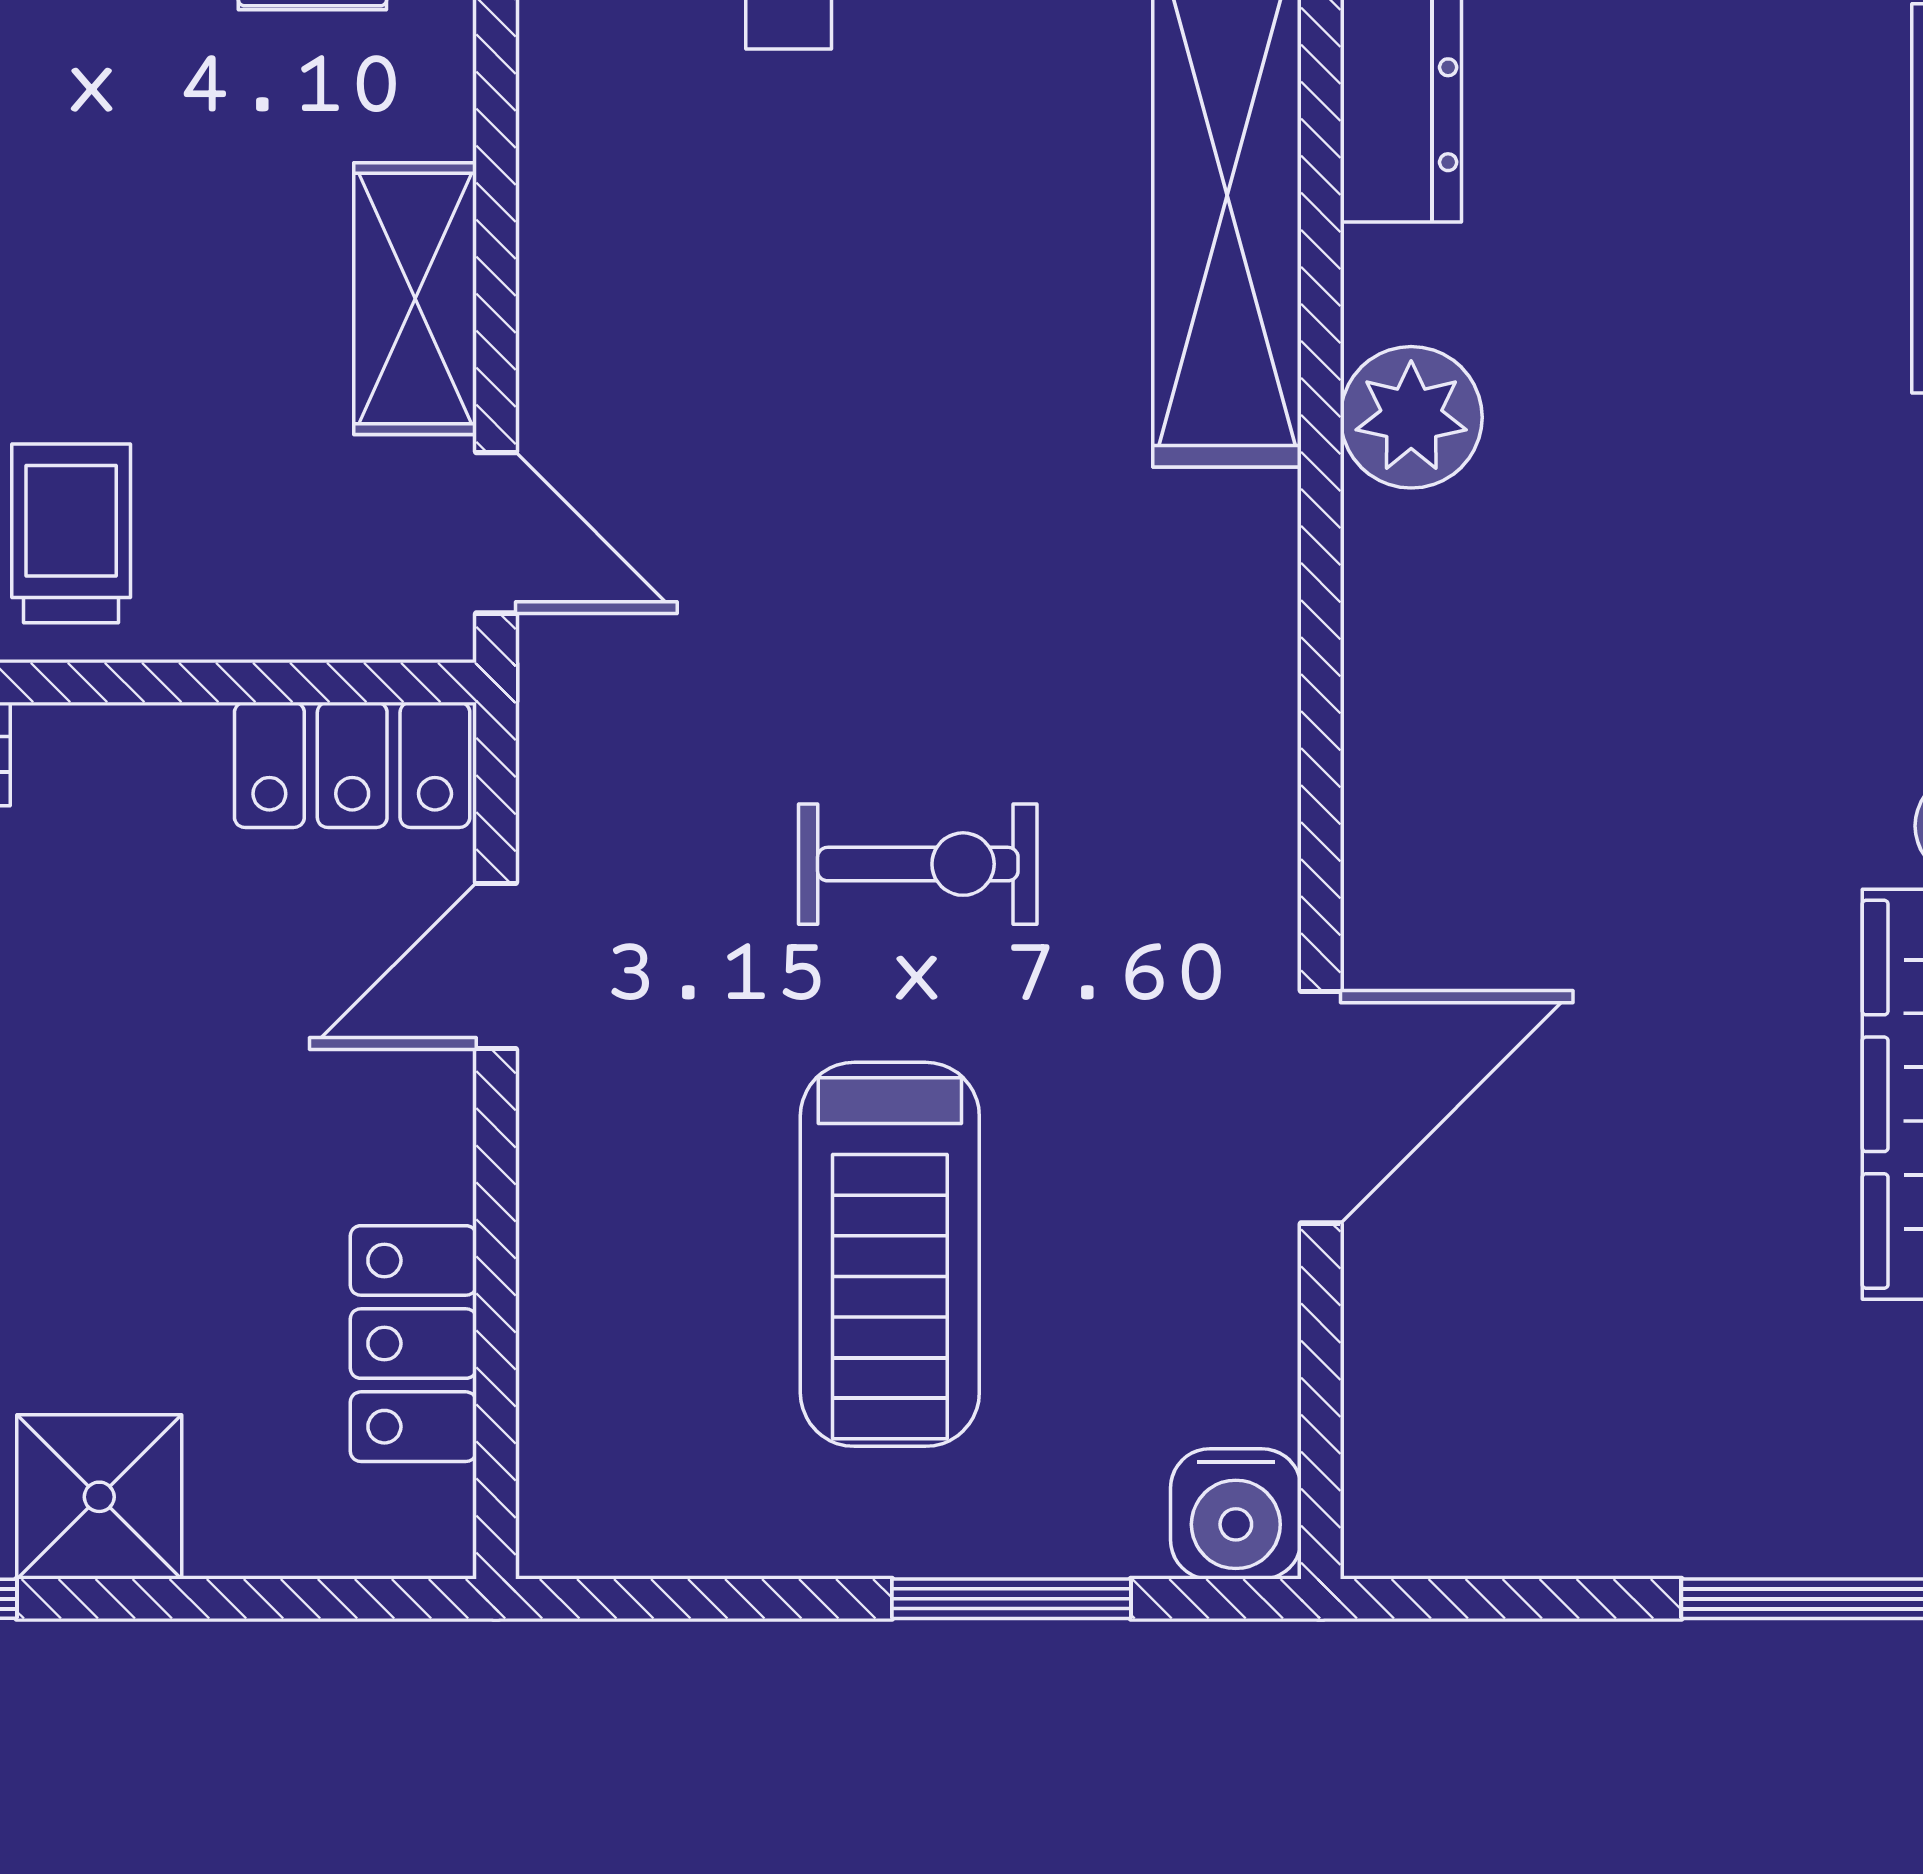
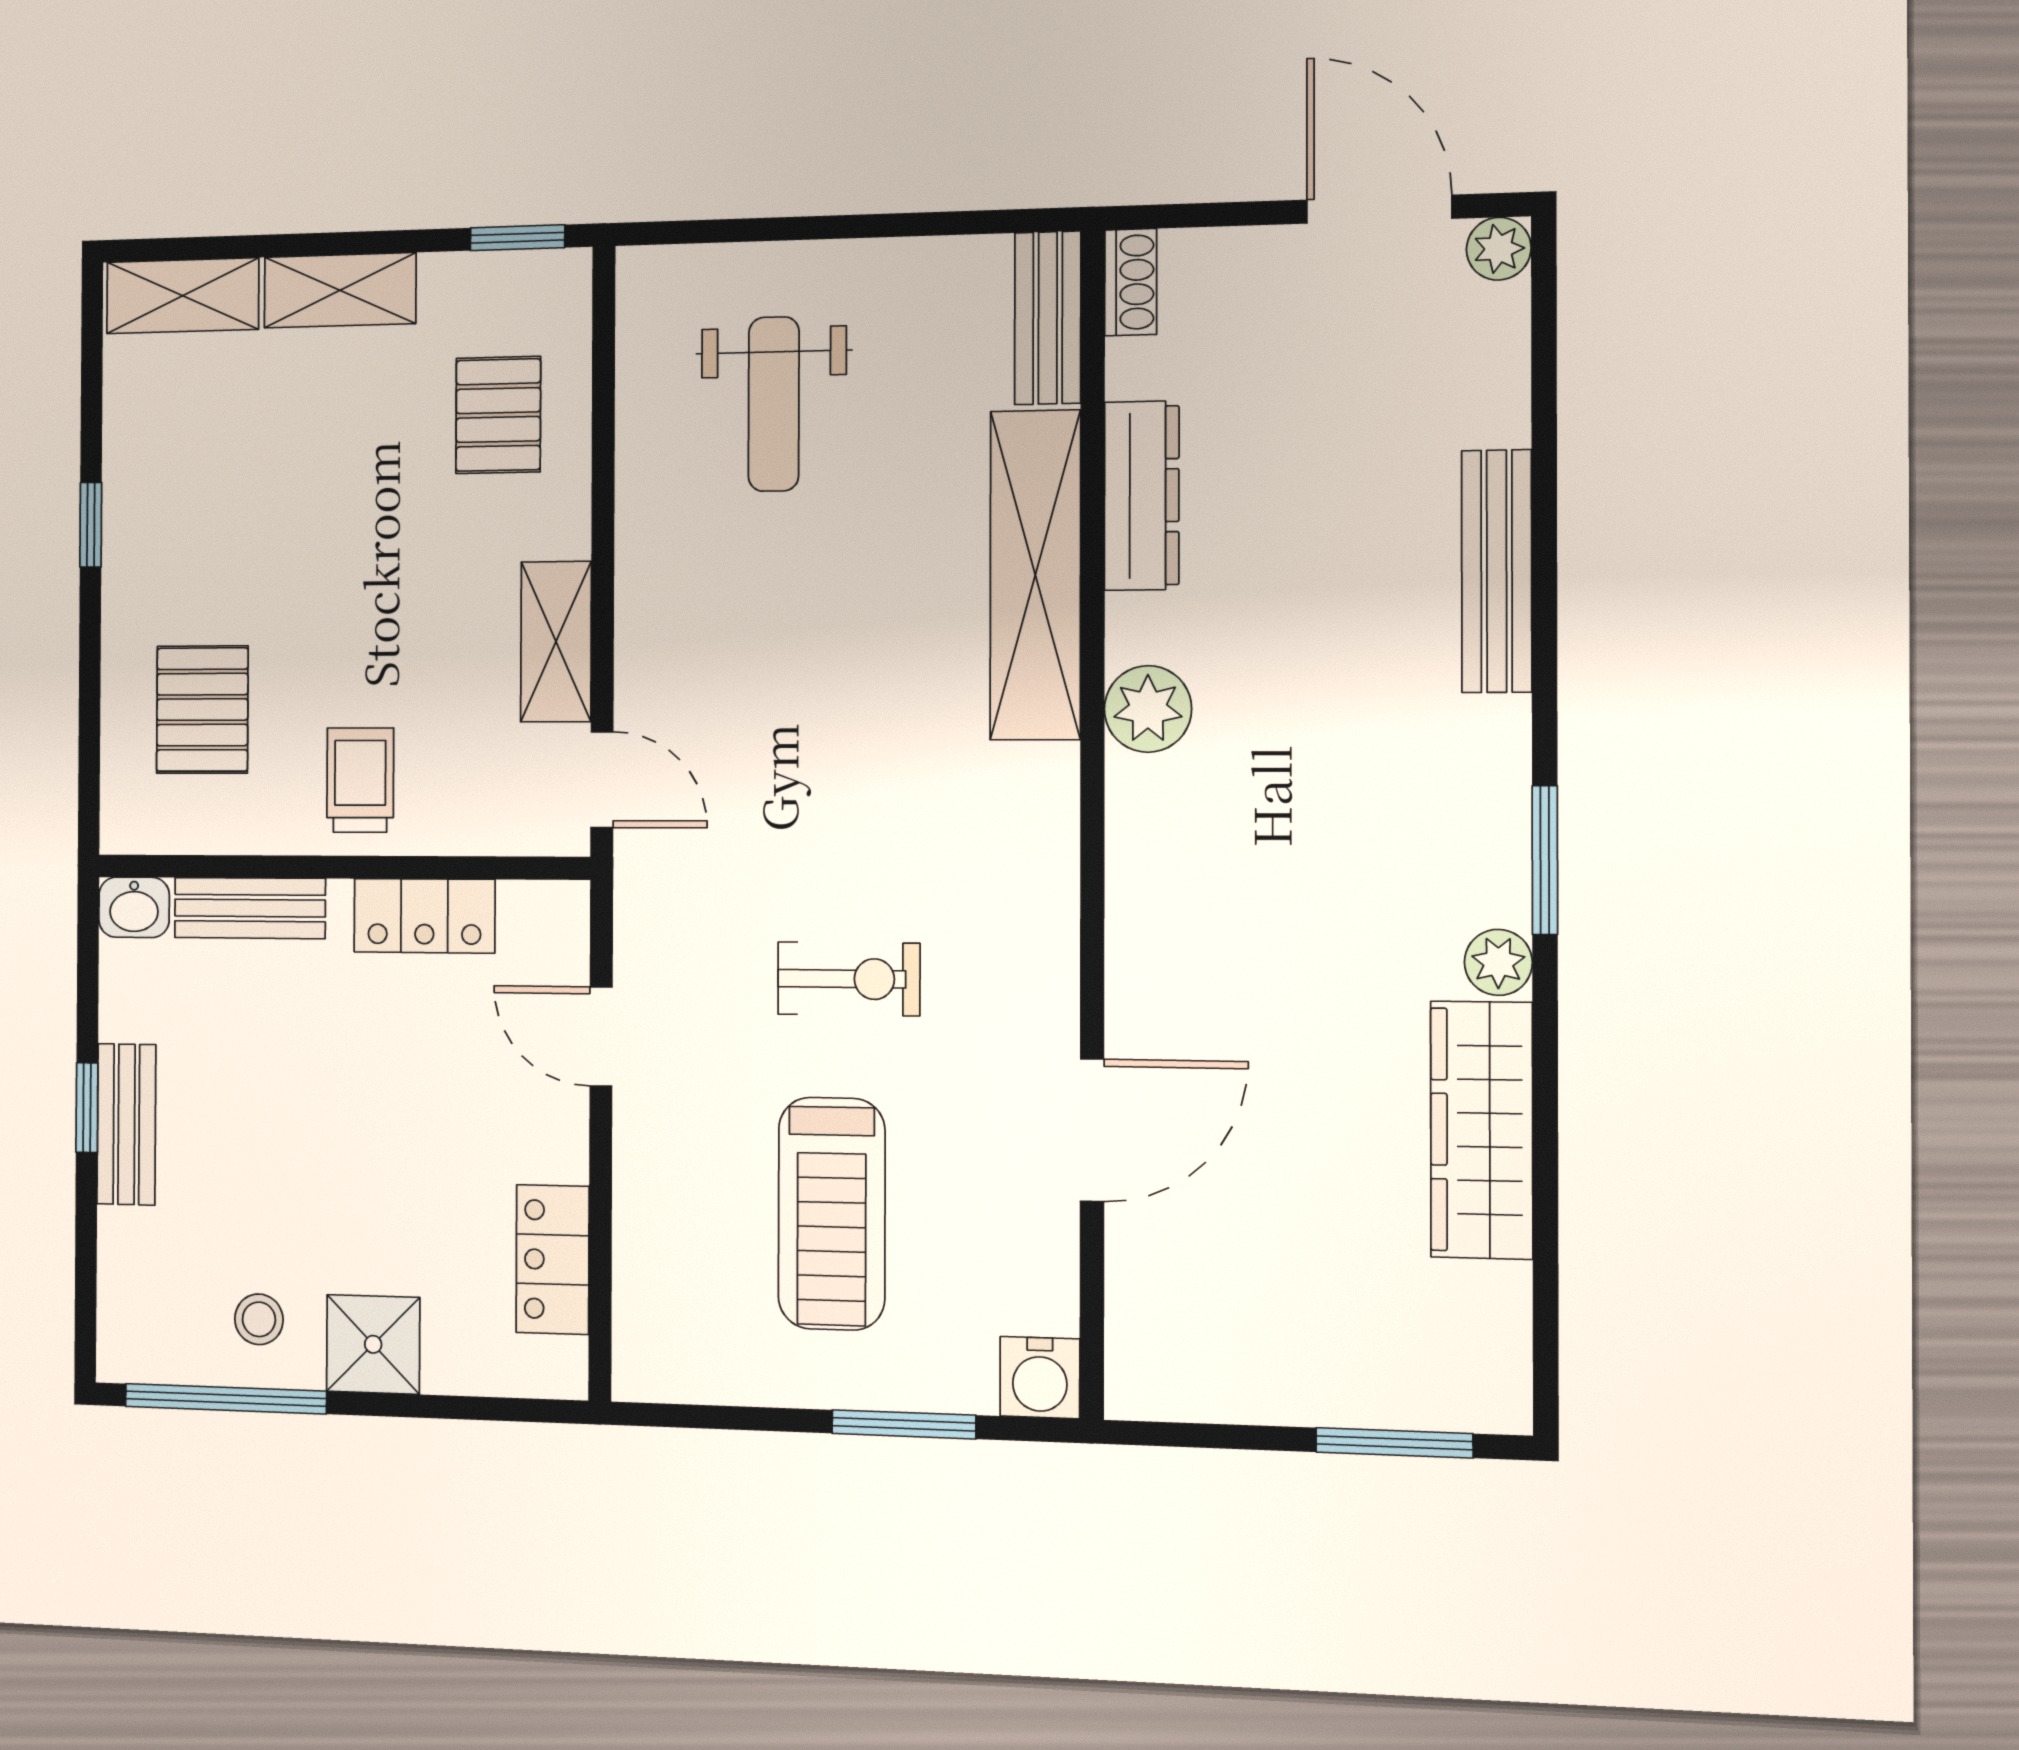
locker: (352, 765) -> (424, 916), moved
door: (496, 966) -> (601, 1036), hinge flipped

